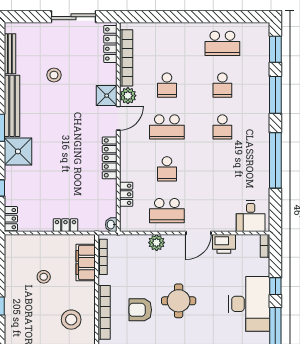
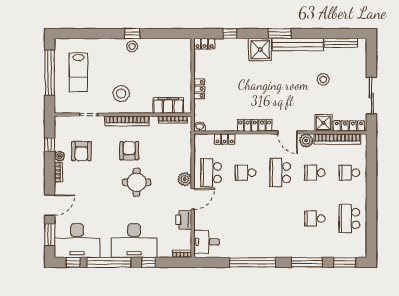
shower: (107, 96) -> (323, 123), moved
school desk: (222, 127) -> (349, 173), moved
door: (198, 233) -> (193, 199), swing flipped
plant: (157, 243) -> (185, 179), moved
stool: (44, 277) -> (132, 46), moved

